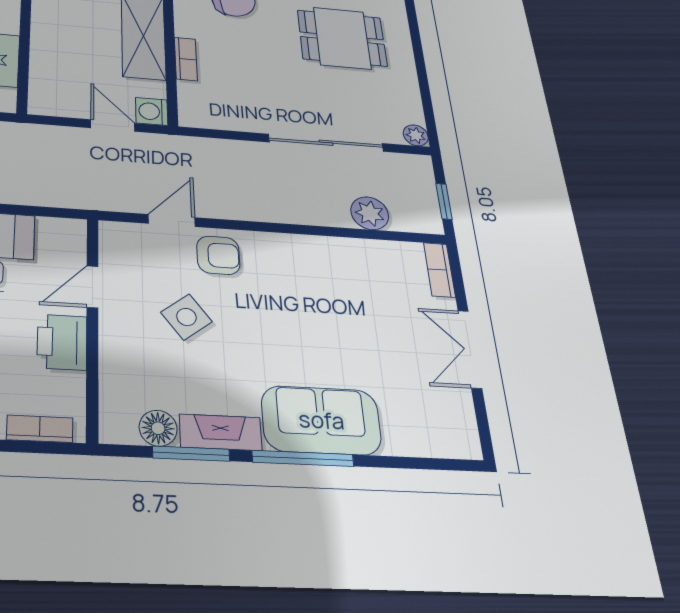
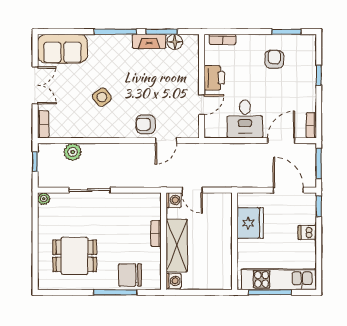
sliding door: (326, 143) -> (90, 190), width x0.73
side table: (186, 317) -> (102, 97), moved
sofa: (321, 420) -> (62, 49), moved

